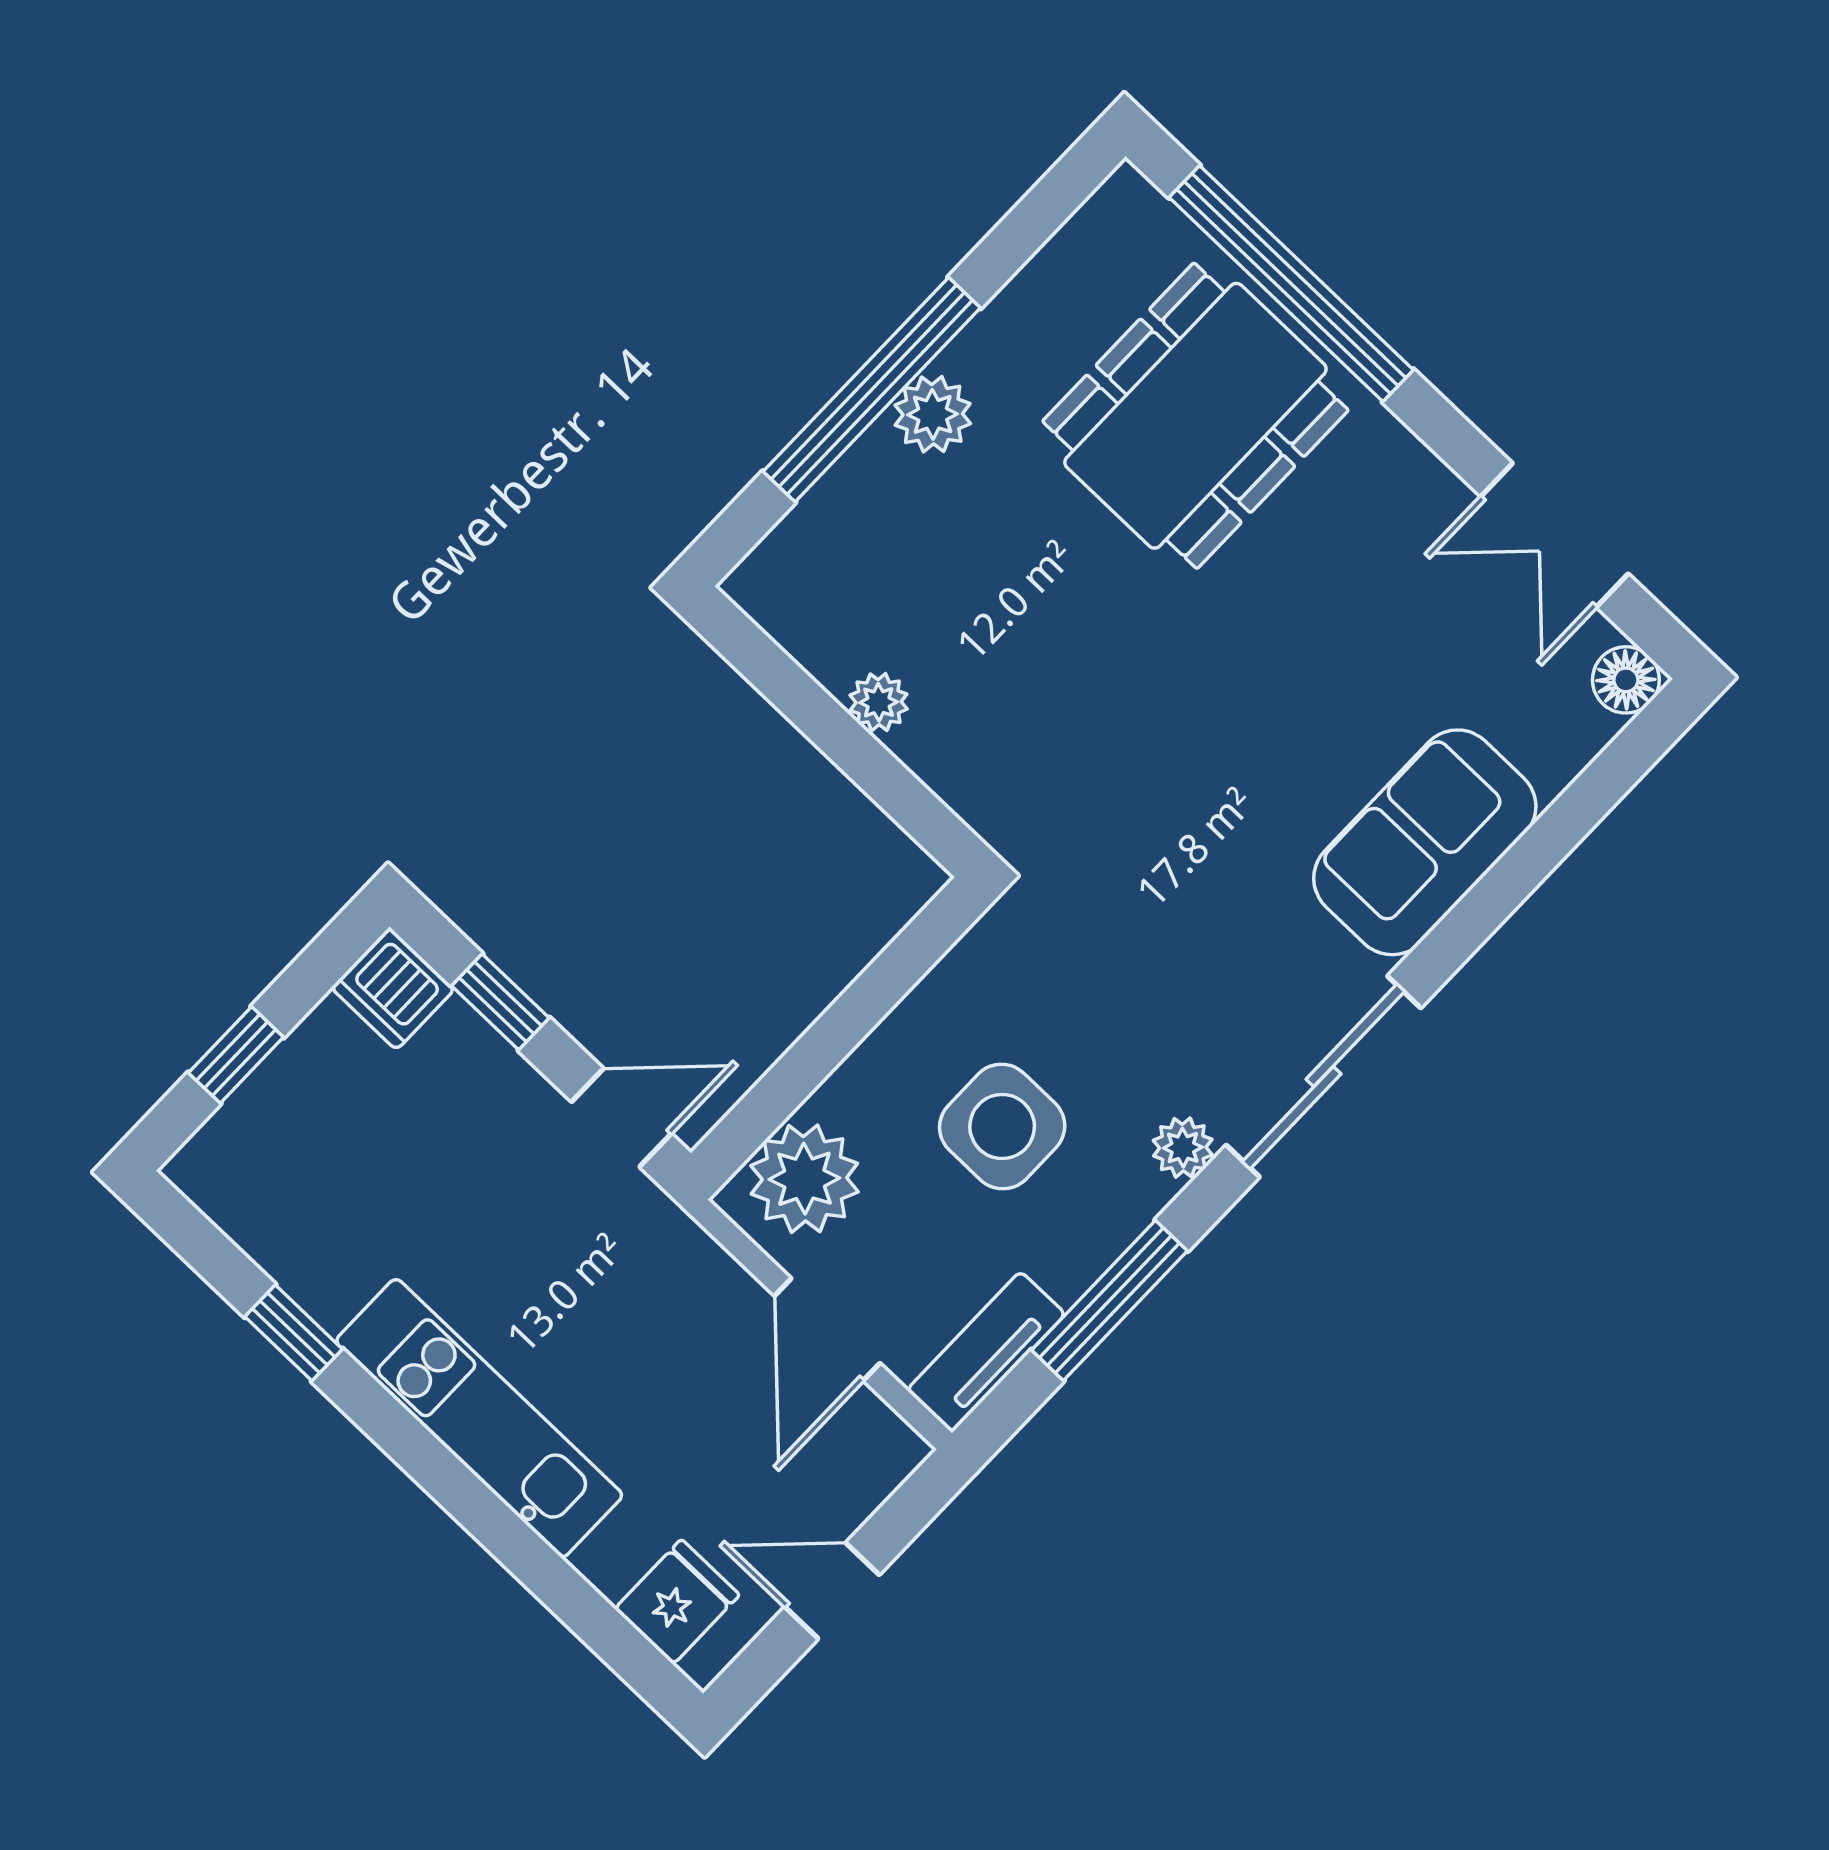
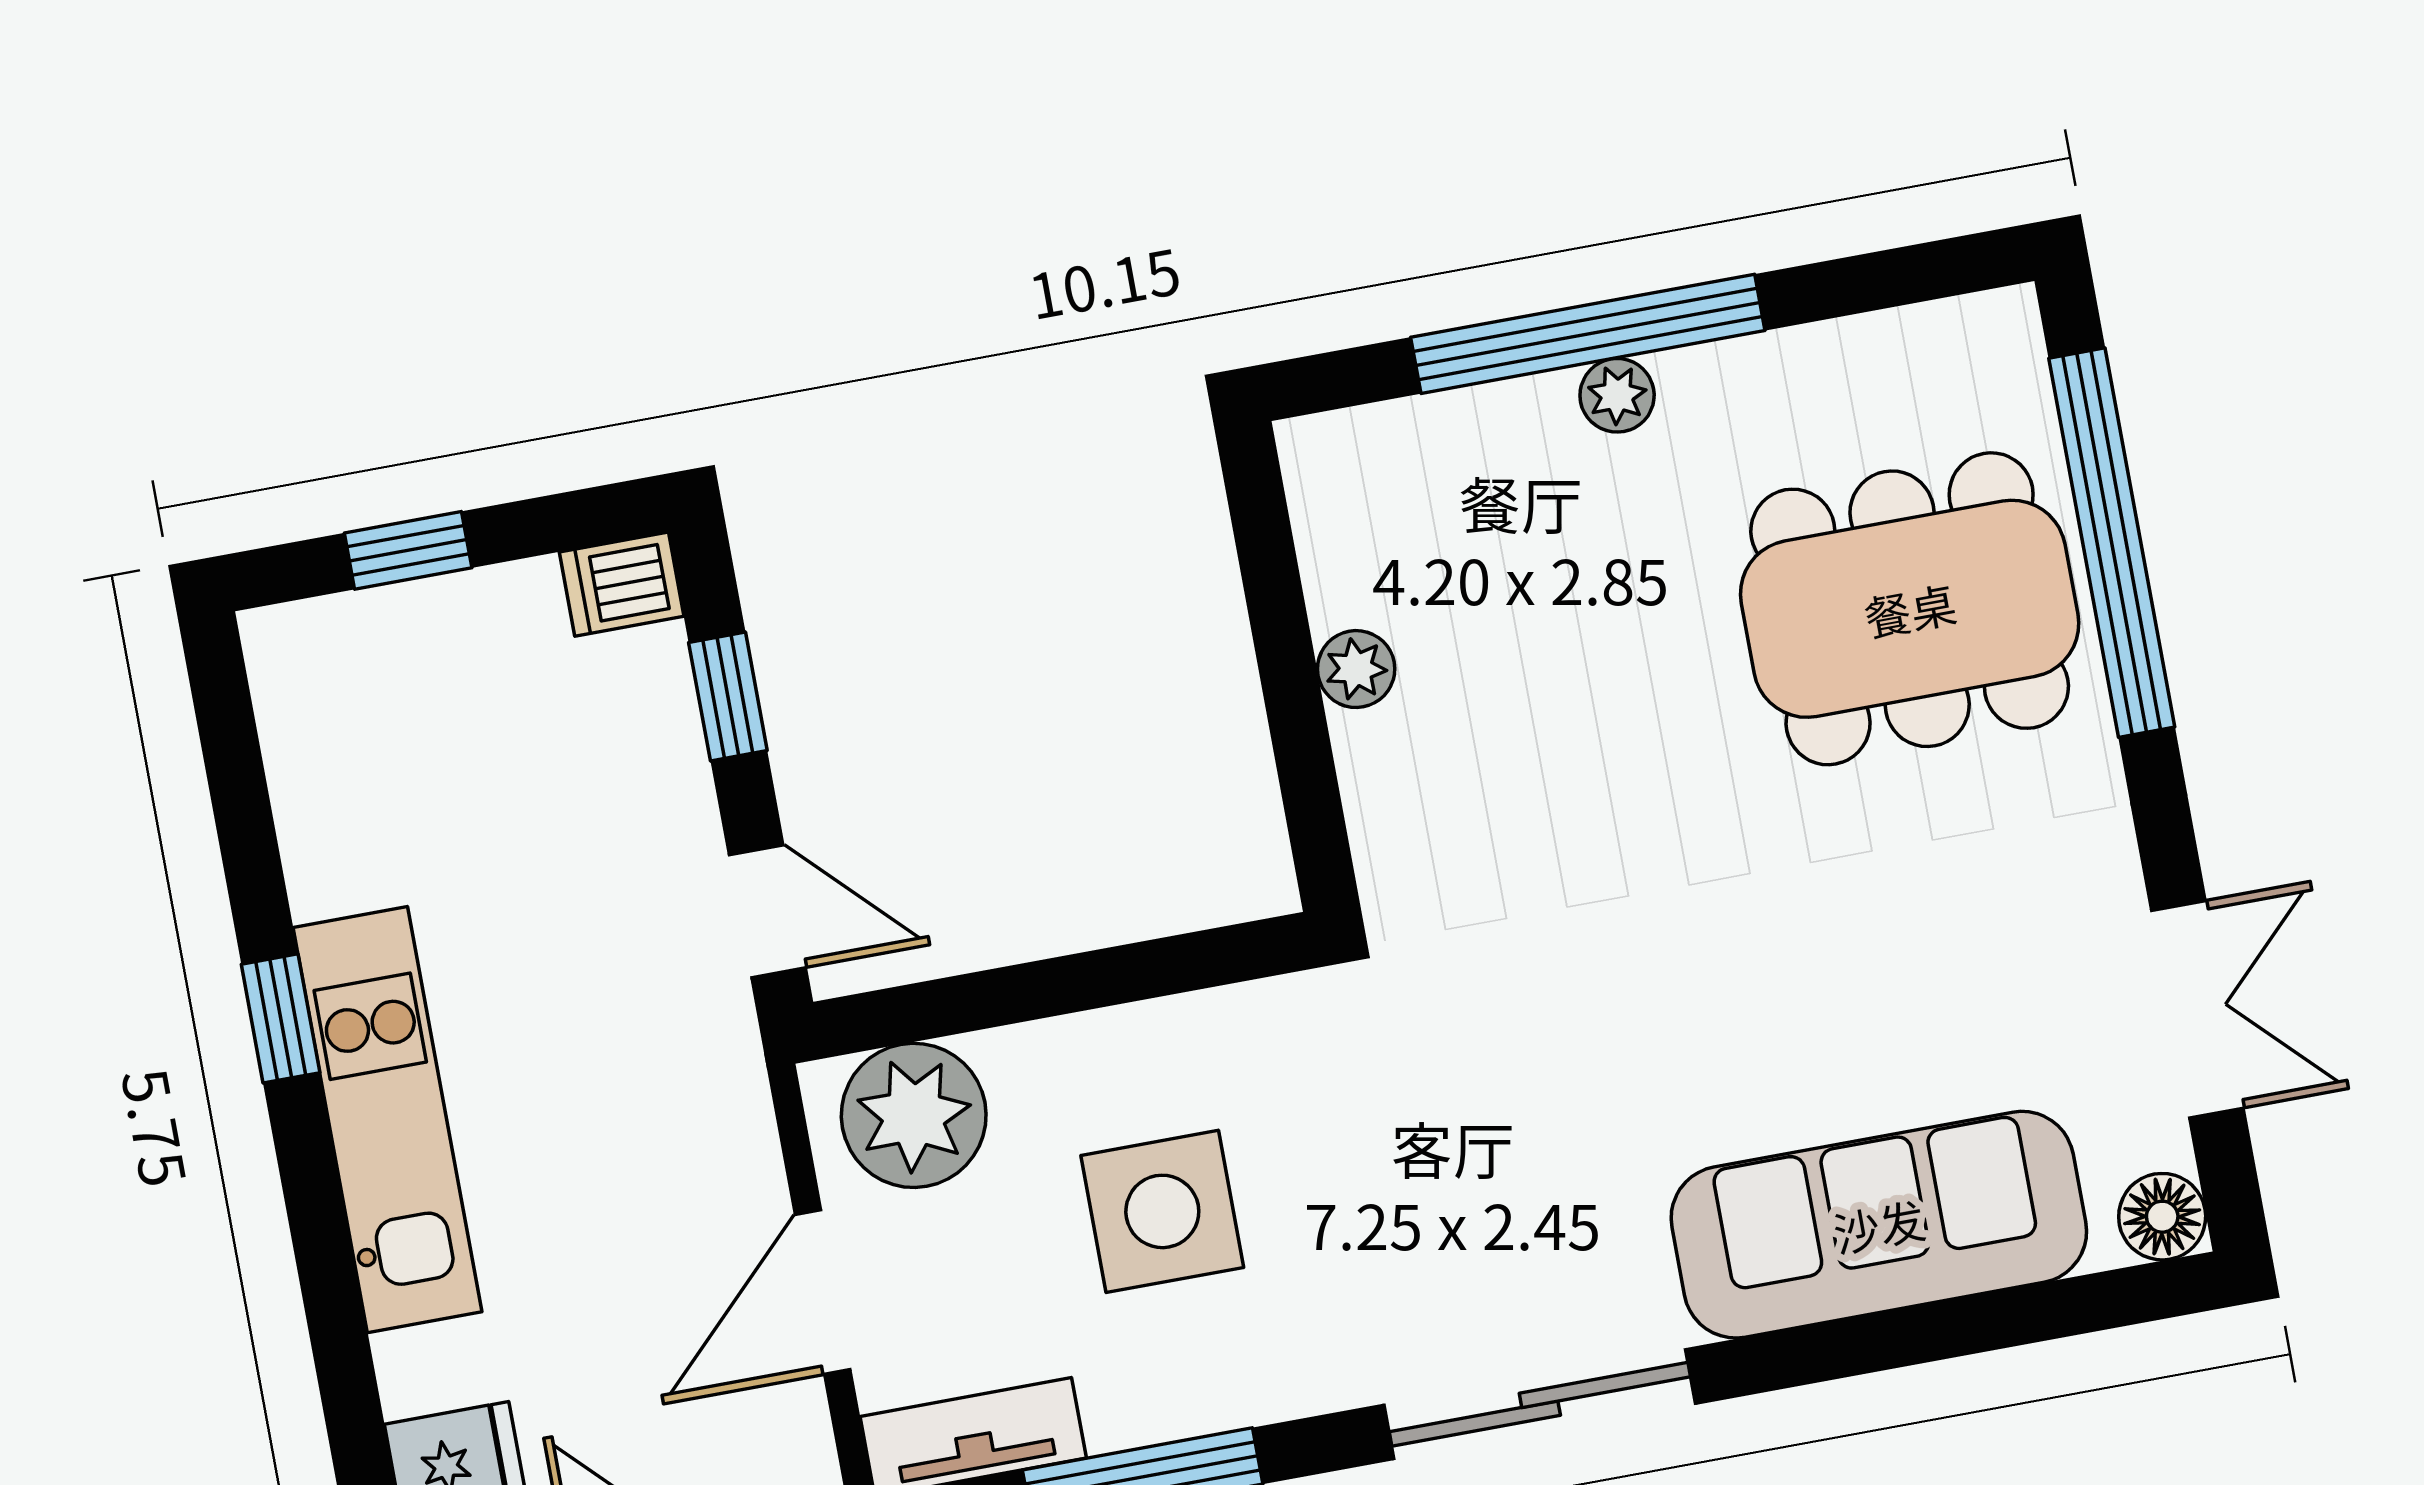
plant: (933, 414) -> (1617, 395), width x0.73, depth x0.73
double door: (1554, 535) -> (2197, 1009), swing flipped
sofa: (1425, 842) -> (1879, 1225), width x1.36
dishwasher: (393, 988) -> (622, 584), width x0.73
plant: (1183, 1148) -> (1337, 1372), removed
window: (294, 1333) -> (281, 1018), moved

